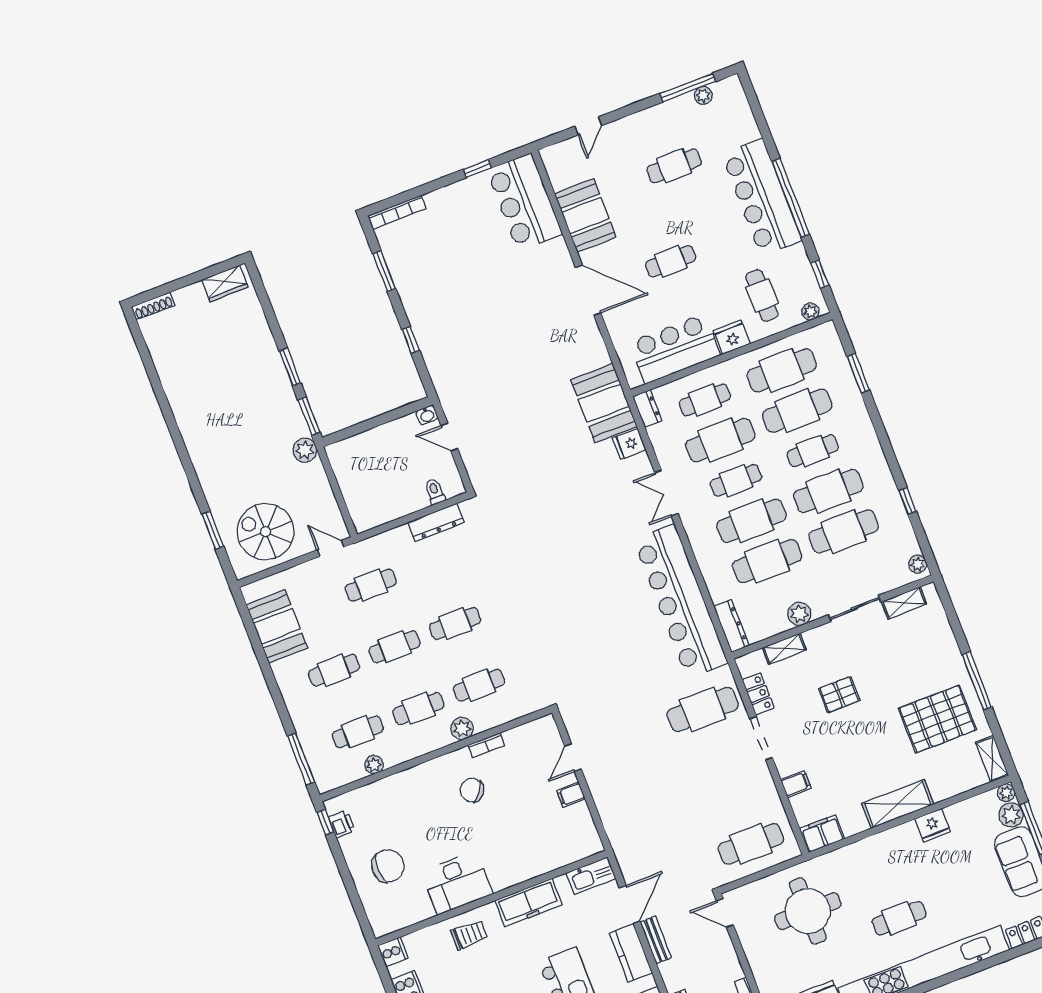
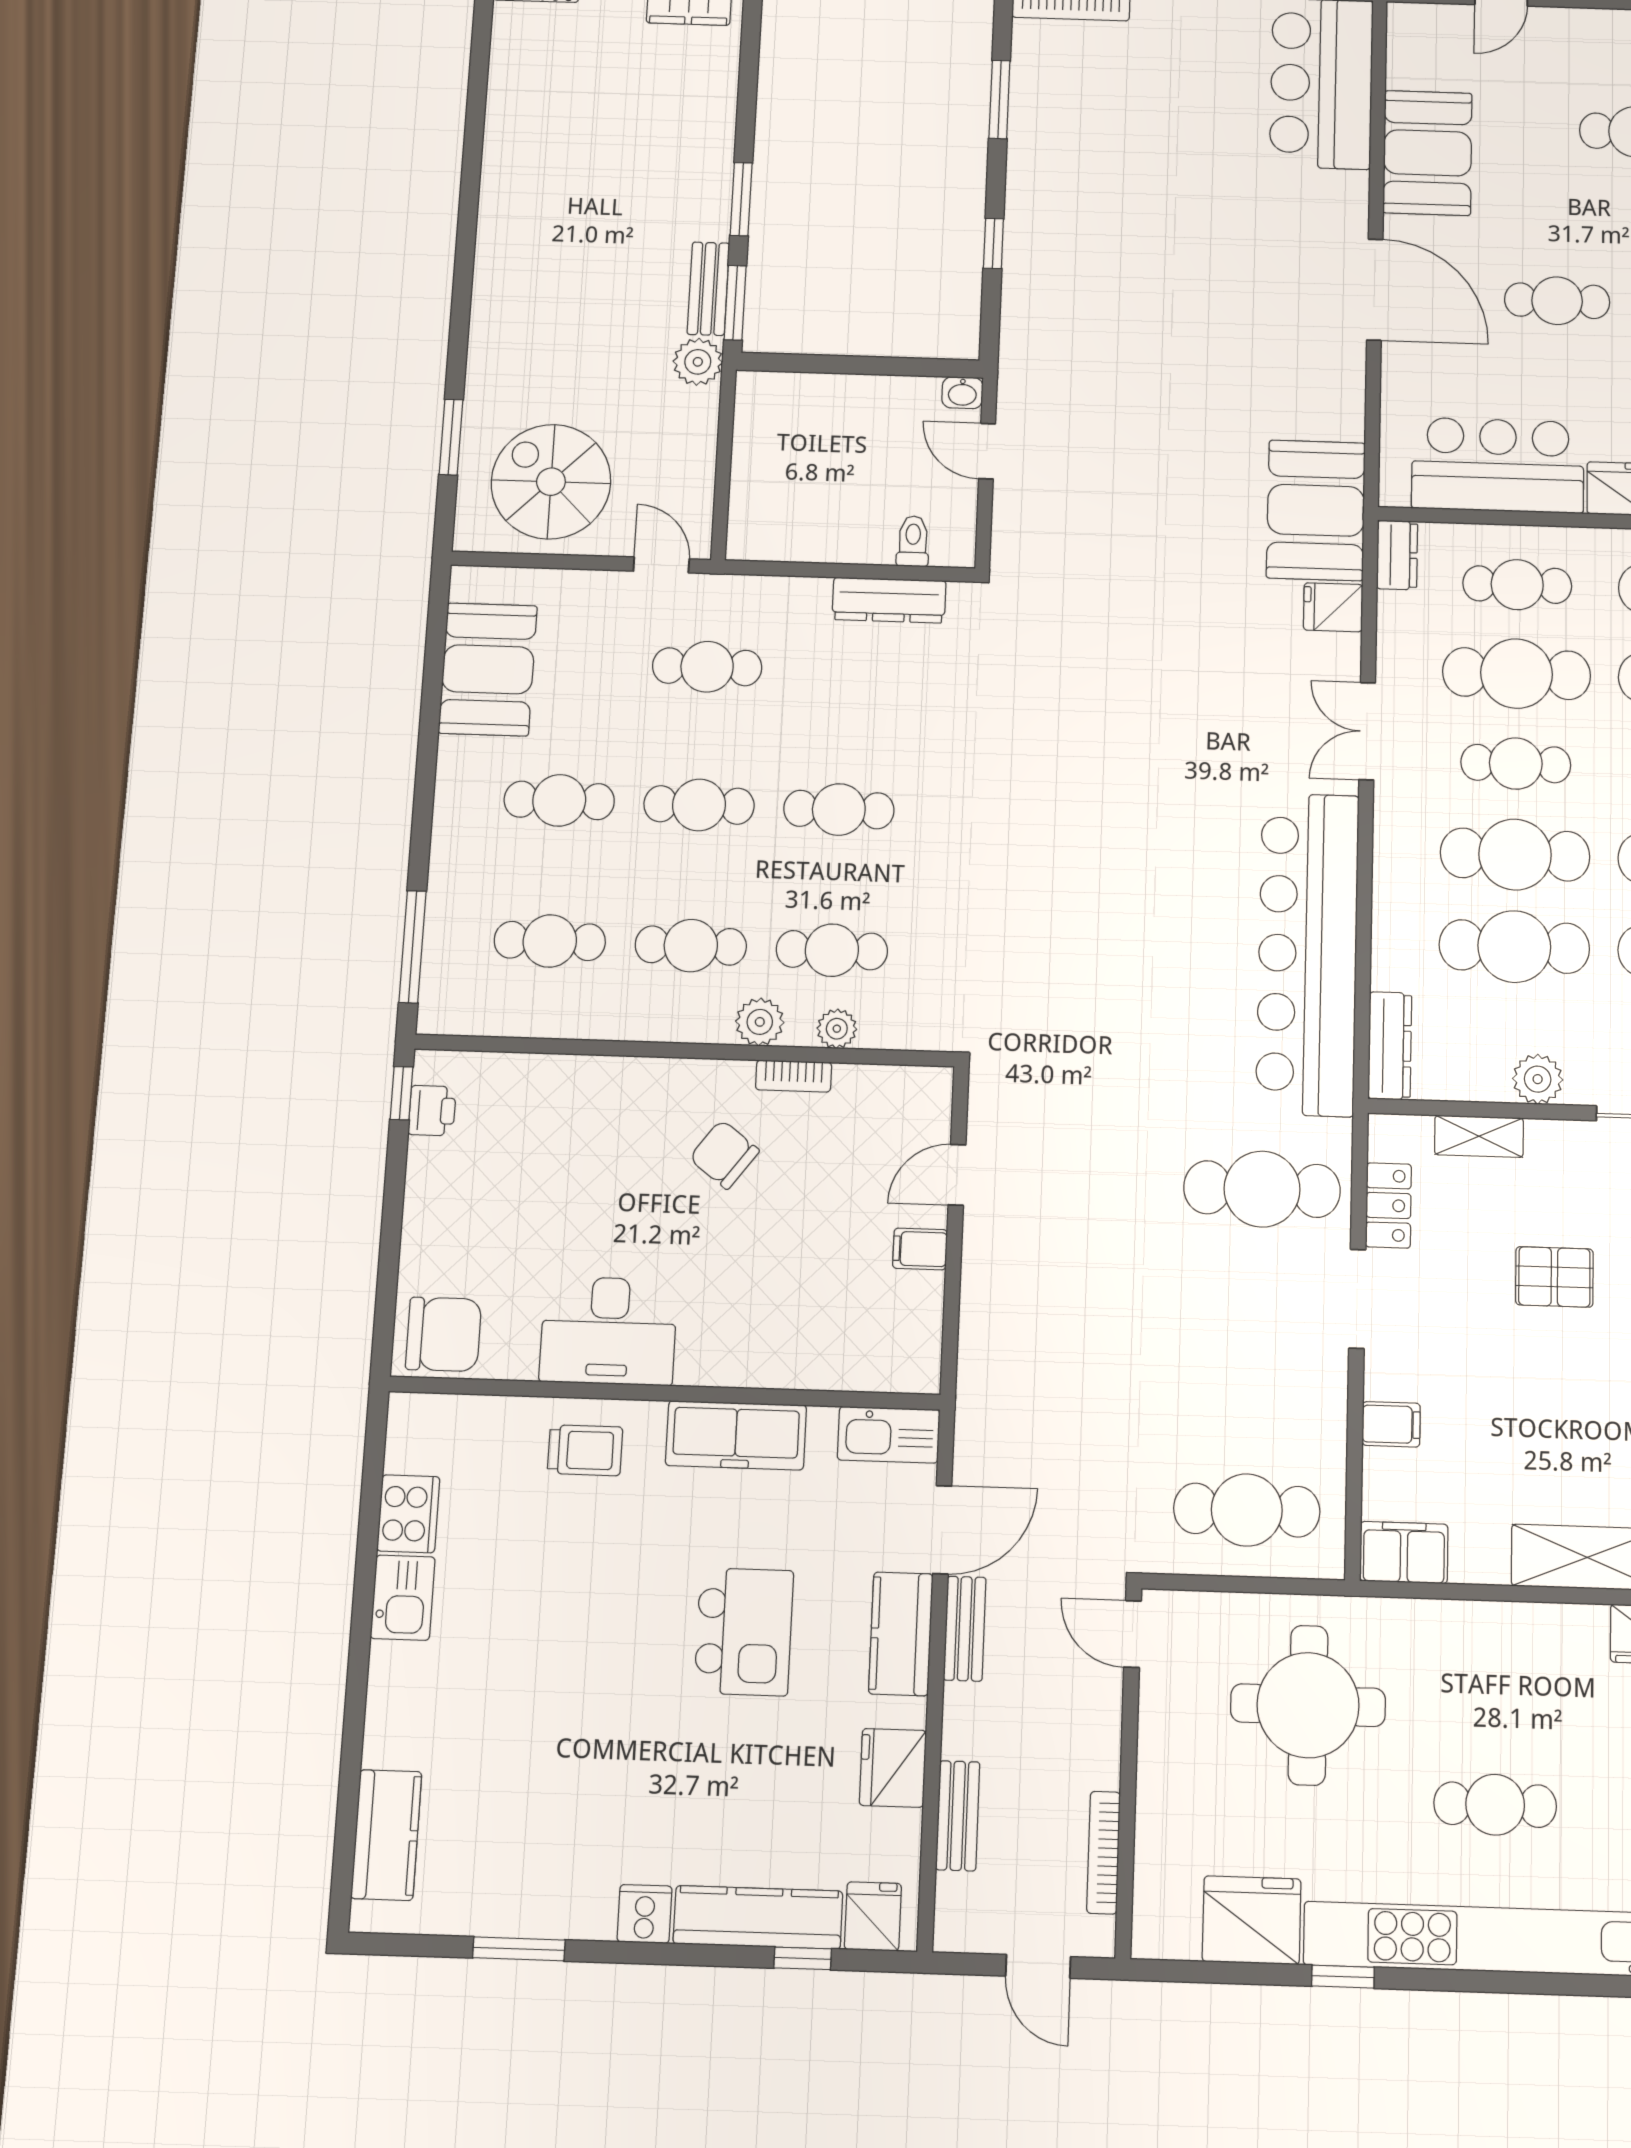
bench: (294, 415) -> (708, 289), added
plant: (374, 765) -> (837, 1029), moved
chair: (388, 866) -> (444, 1334), moved
cooker: (393, 952) -> (413, 1418), removed

